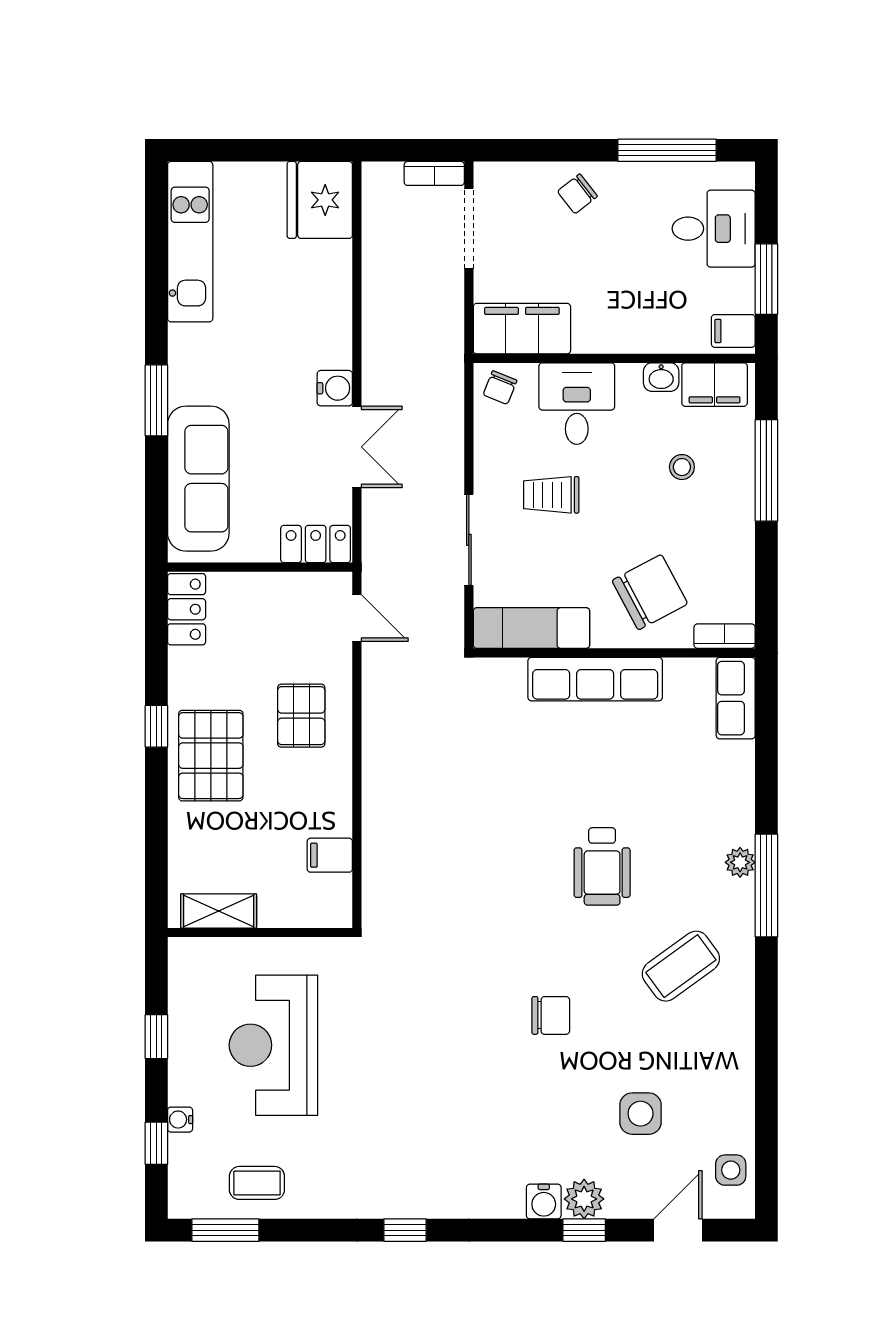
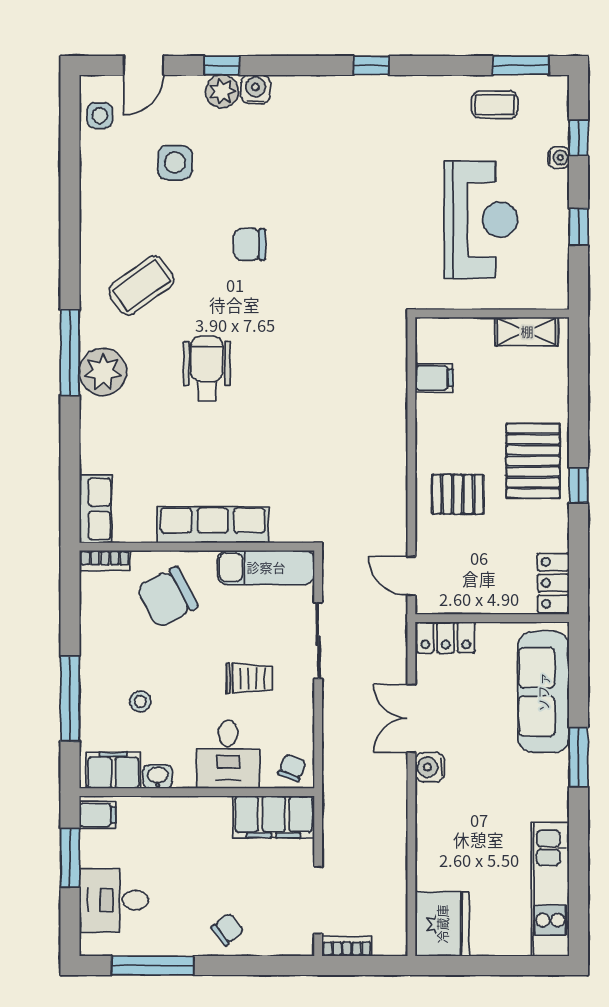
pallet: (301, 716) -> (458, 494), turned 90
plant: (740, 862) -> (103, 372), width x1.87, depth x1.87

